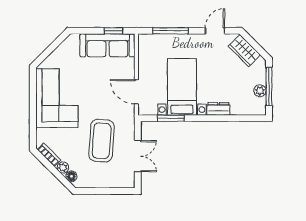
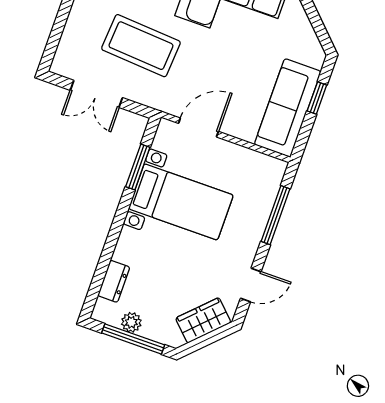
window: (113, 31) -> (317, 98), moved
door: (215, 31) -> (251, 285), hinge flipped
dresser: (218, 109) -> (114, 281), moved

